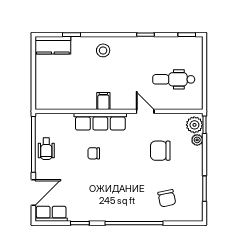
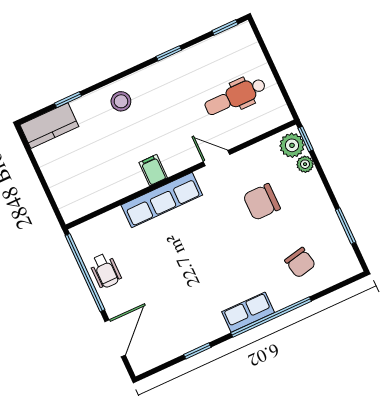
chair: (94, 153) -> (173, 247), removed
row of seats: (51, 214) -> (248, 312), moved

